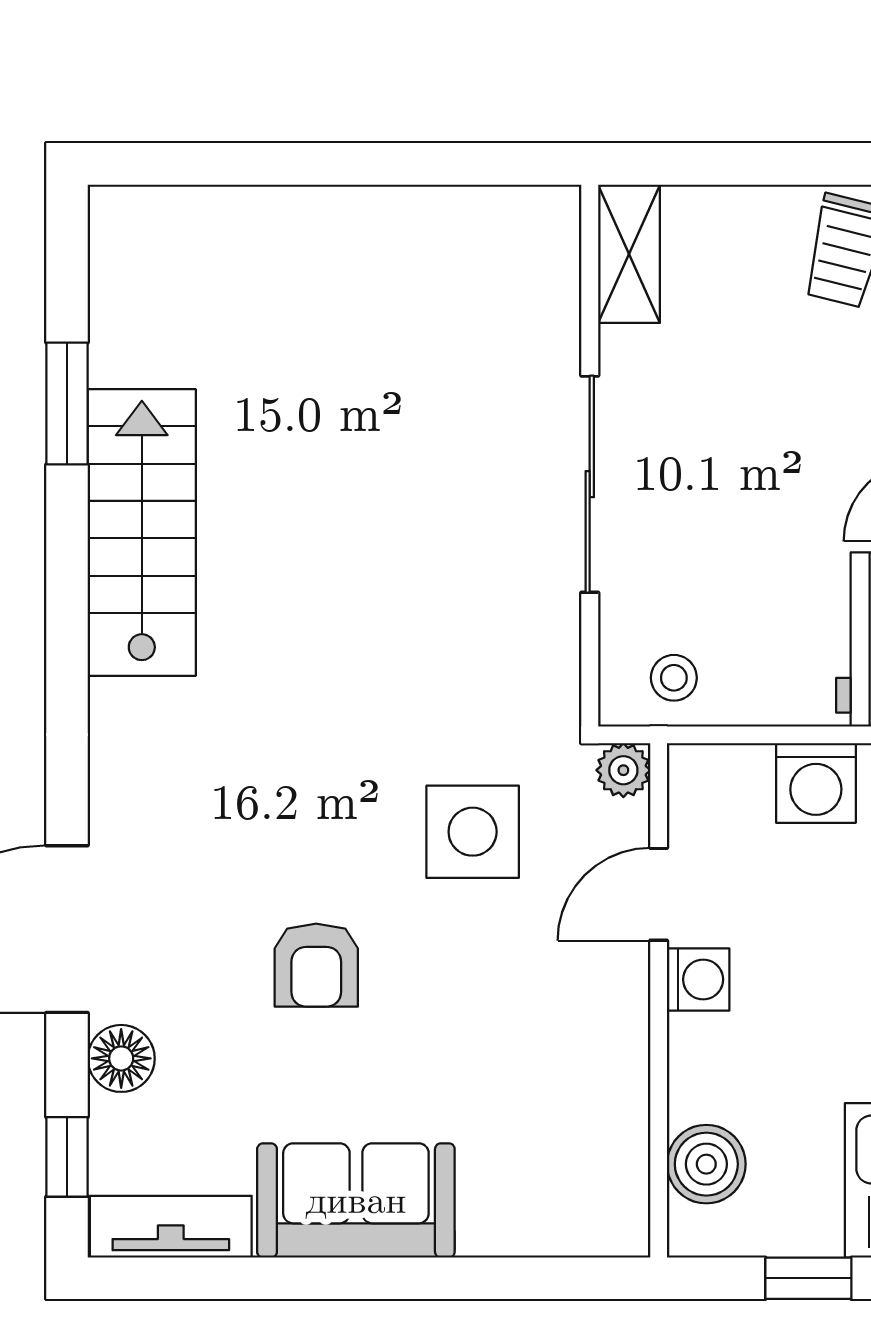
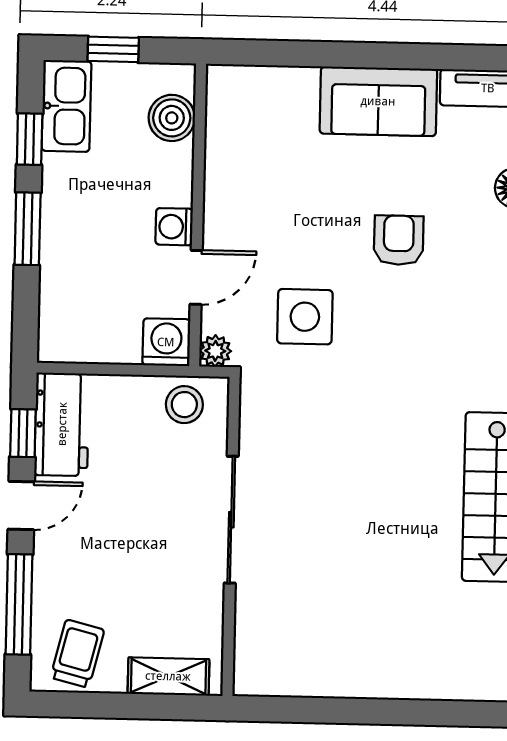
shelving: (629, 254) -> (168, 676), moved, turned 90
stool: (674, 678) -> (184, 405), width x1.37, depth x1.37
washing machine: (816, 783) -> (166, 342), moved

